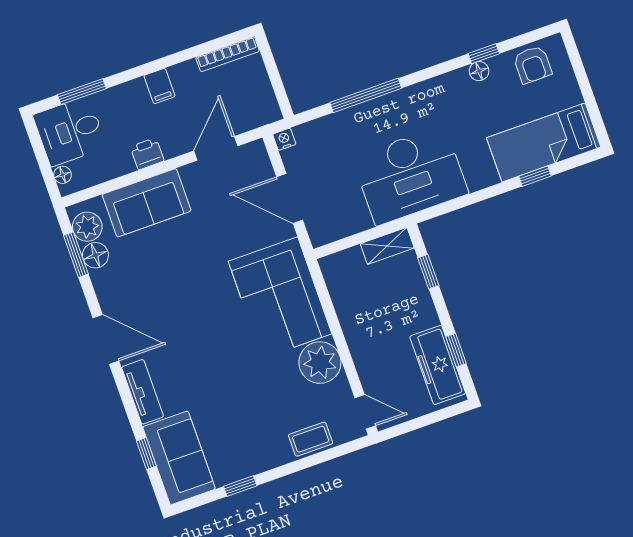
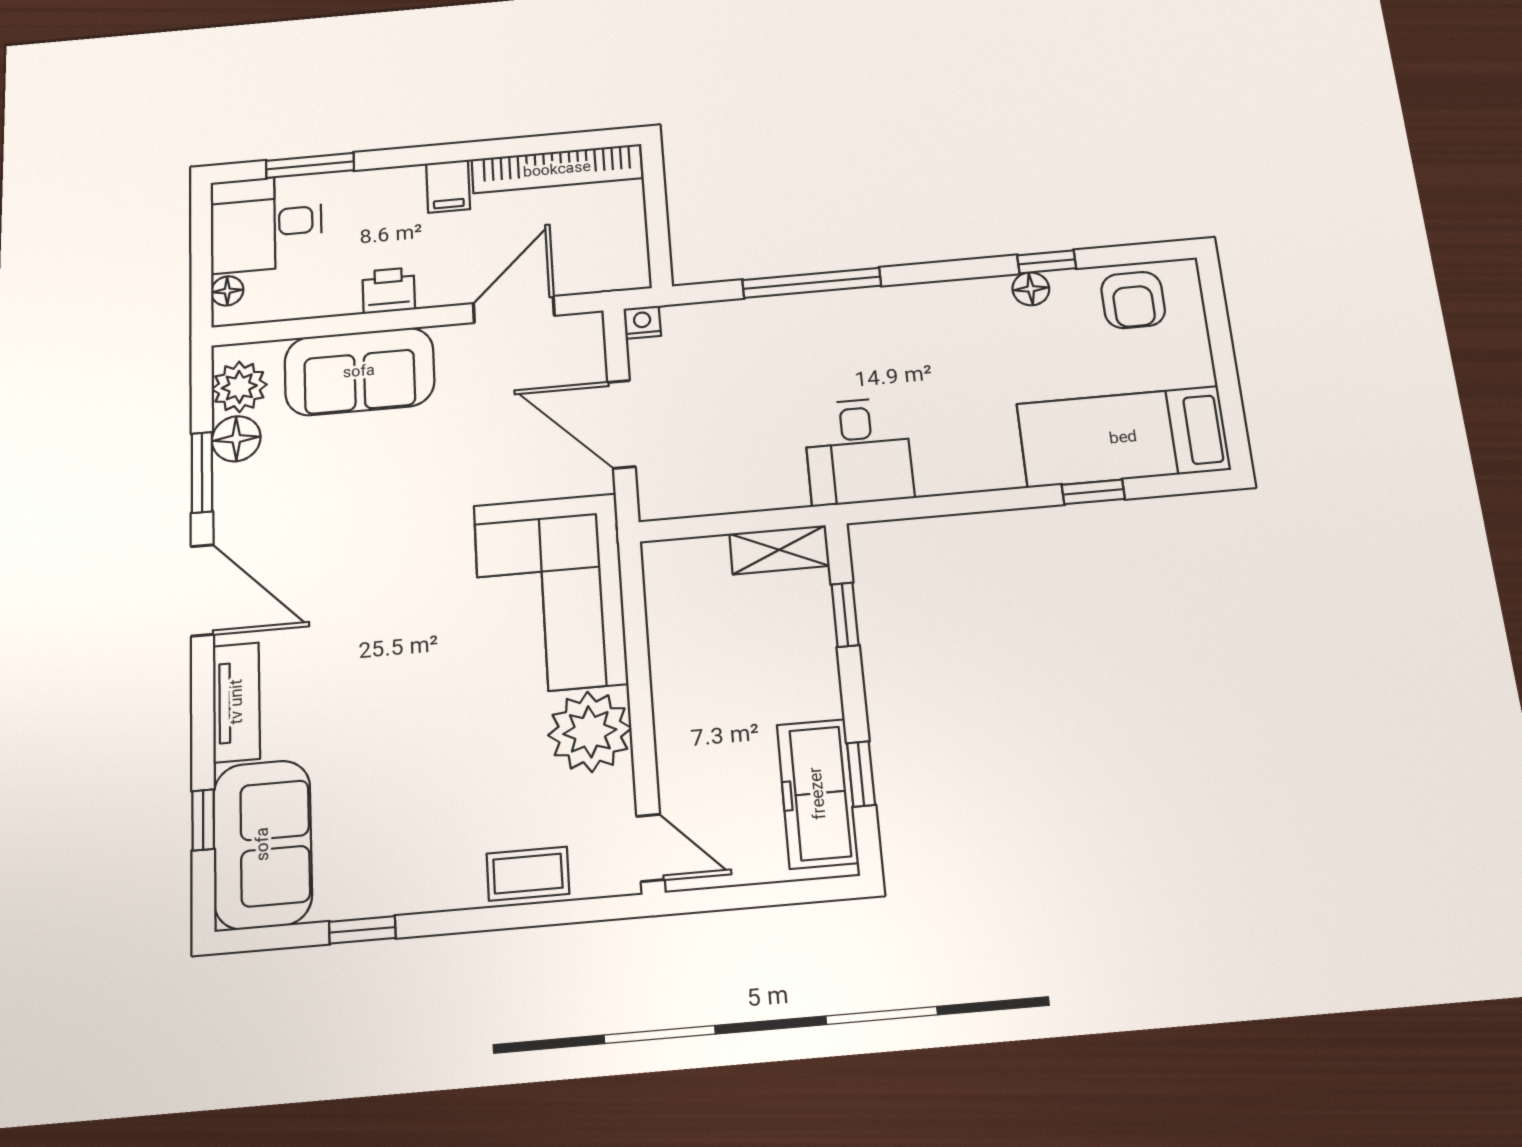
bookcase: (227, 54) -> (557, 169), width x1.48, depth x1.31
desk: (410, 175) -> (858, 451), width x0.53, depth x0.77
window: (76, 255) -> (202, 472), moved

